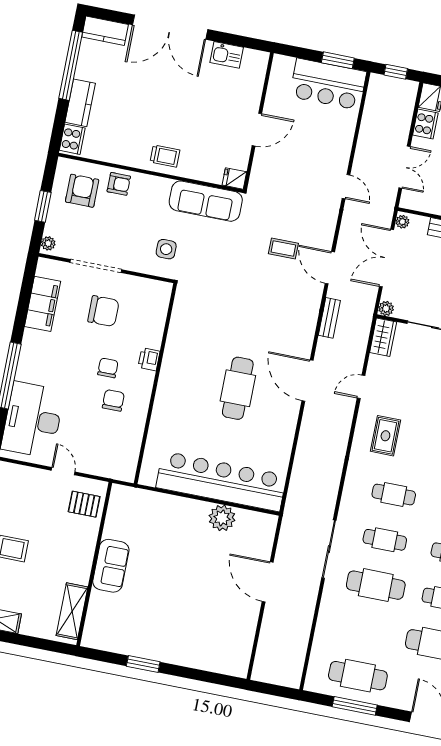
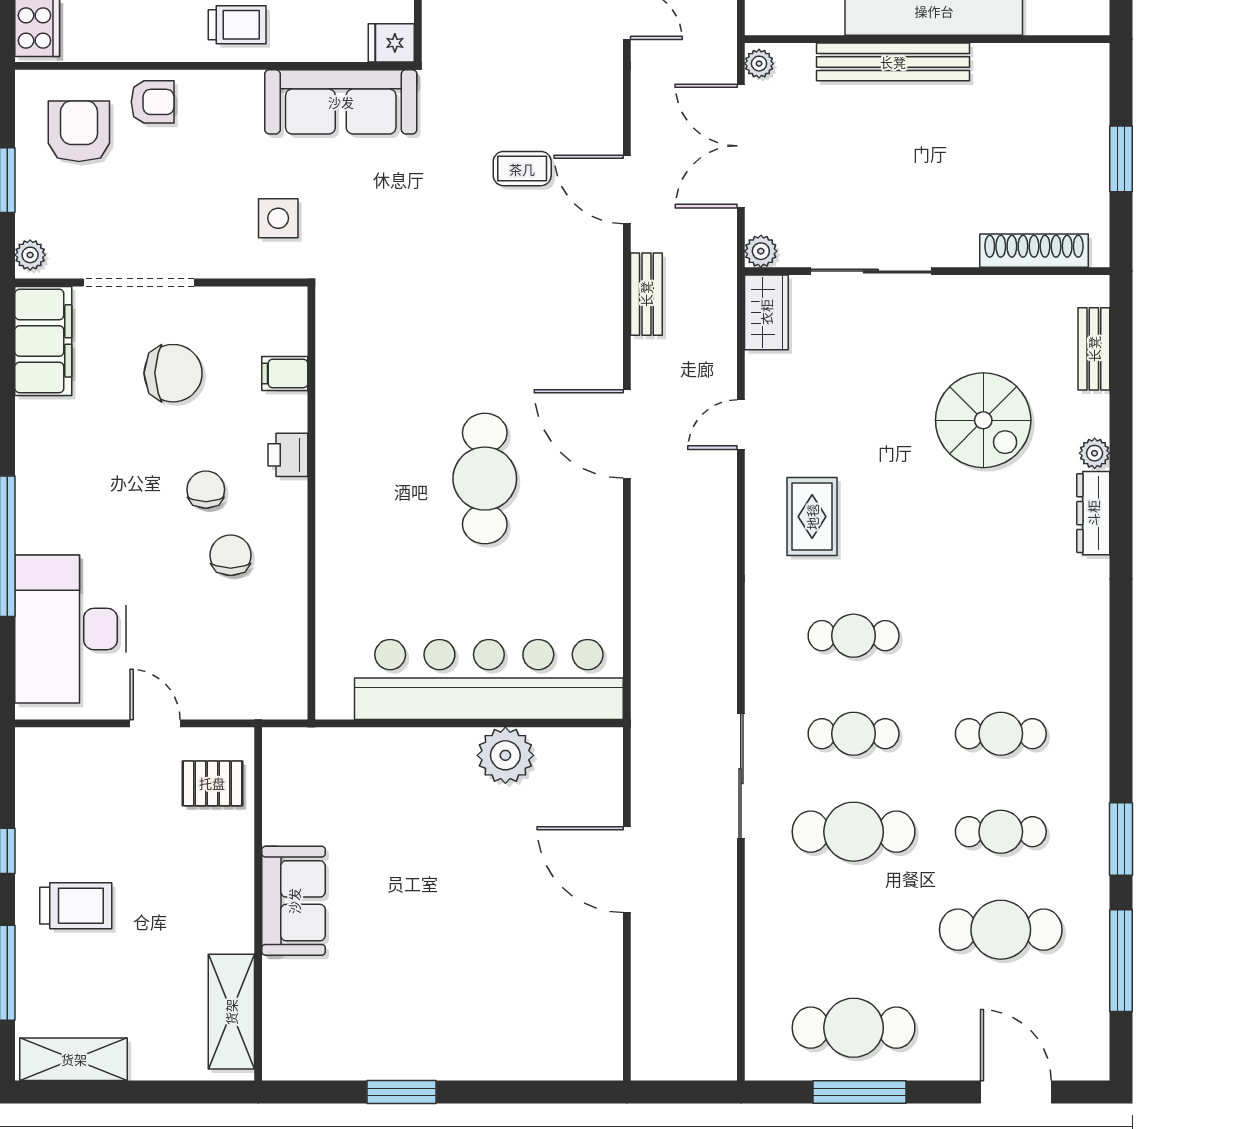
filing cabinet: (43, 304) -> (43, 341), moved
filing cabinet: (155, 321) -> (285, 374), added

